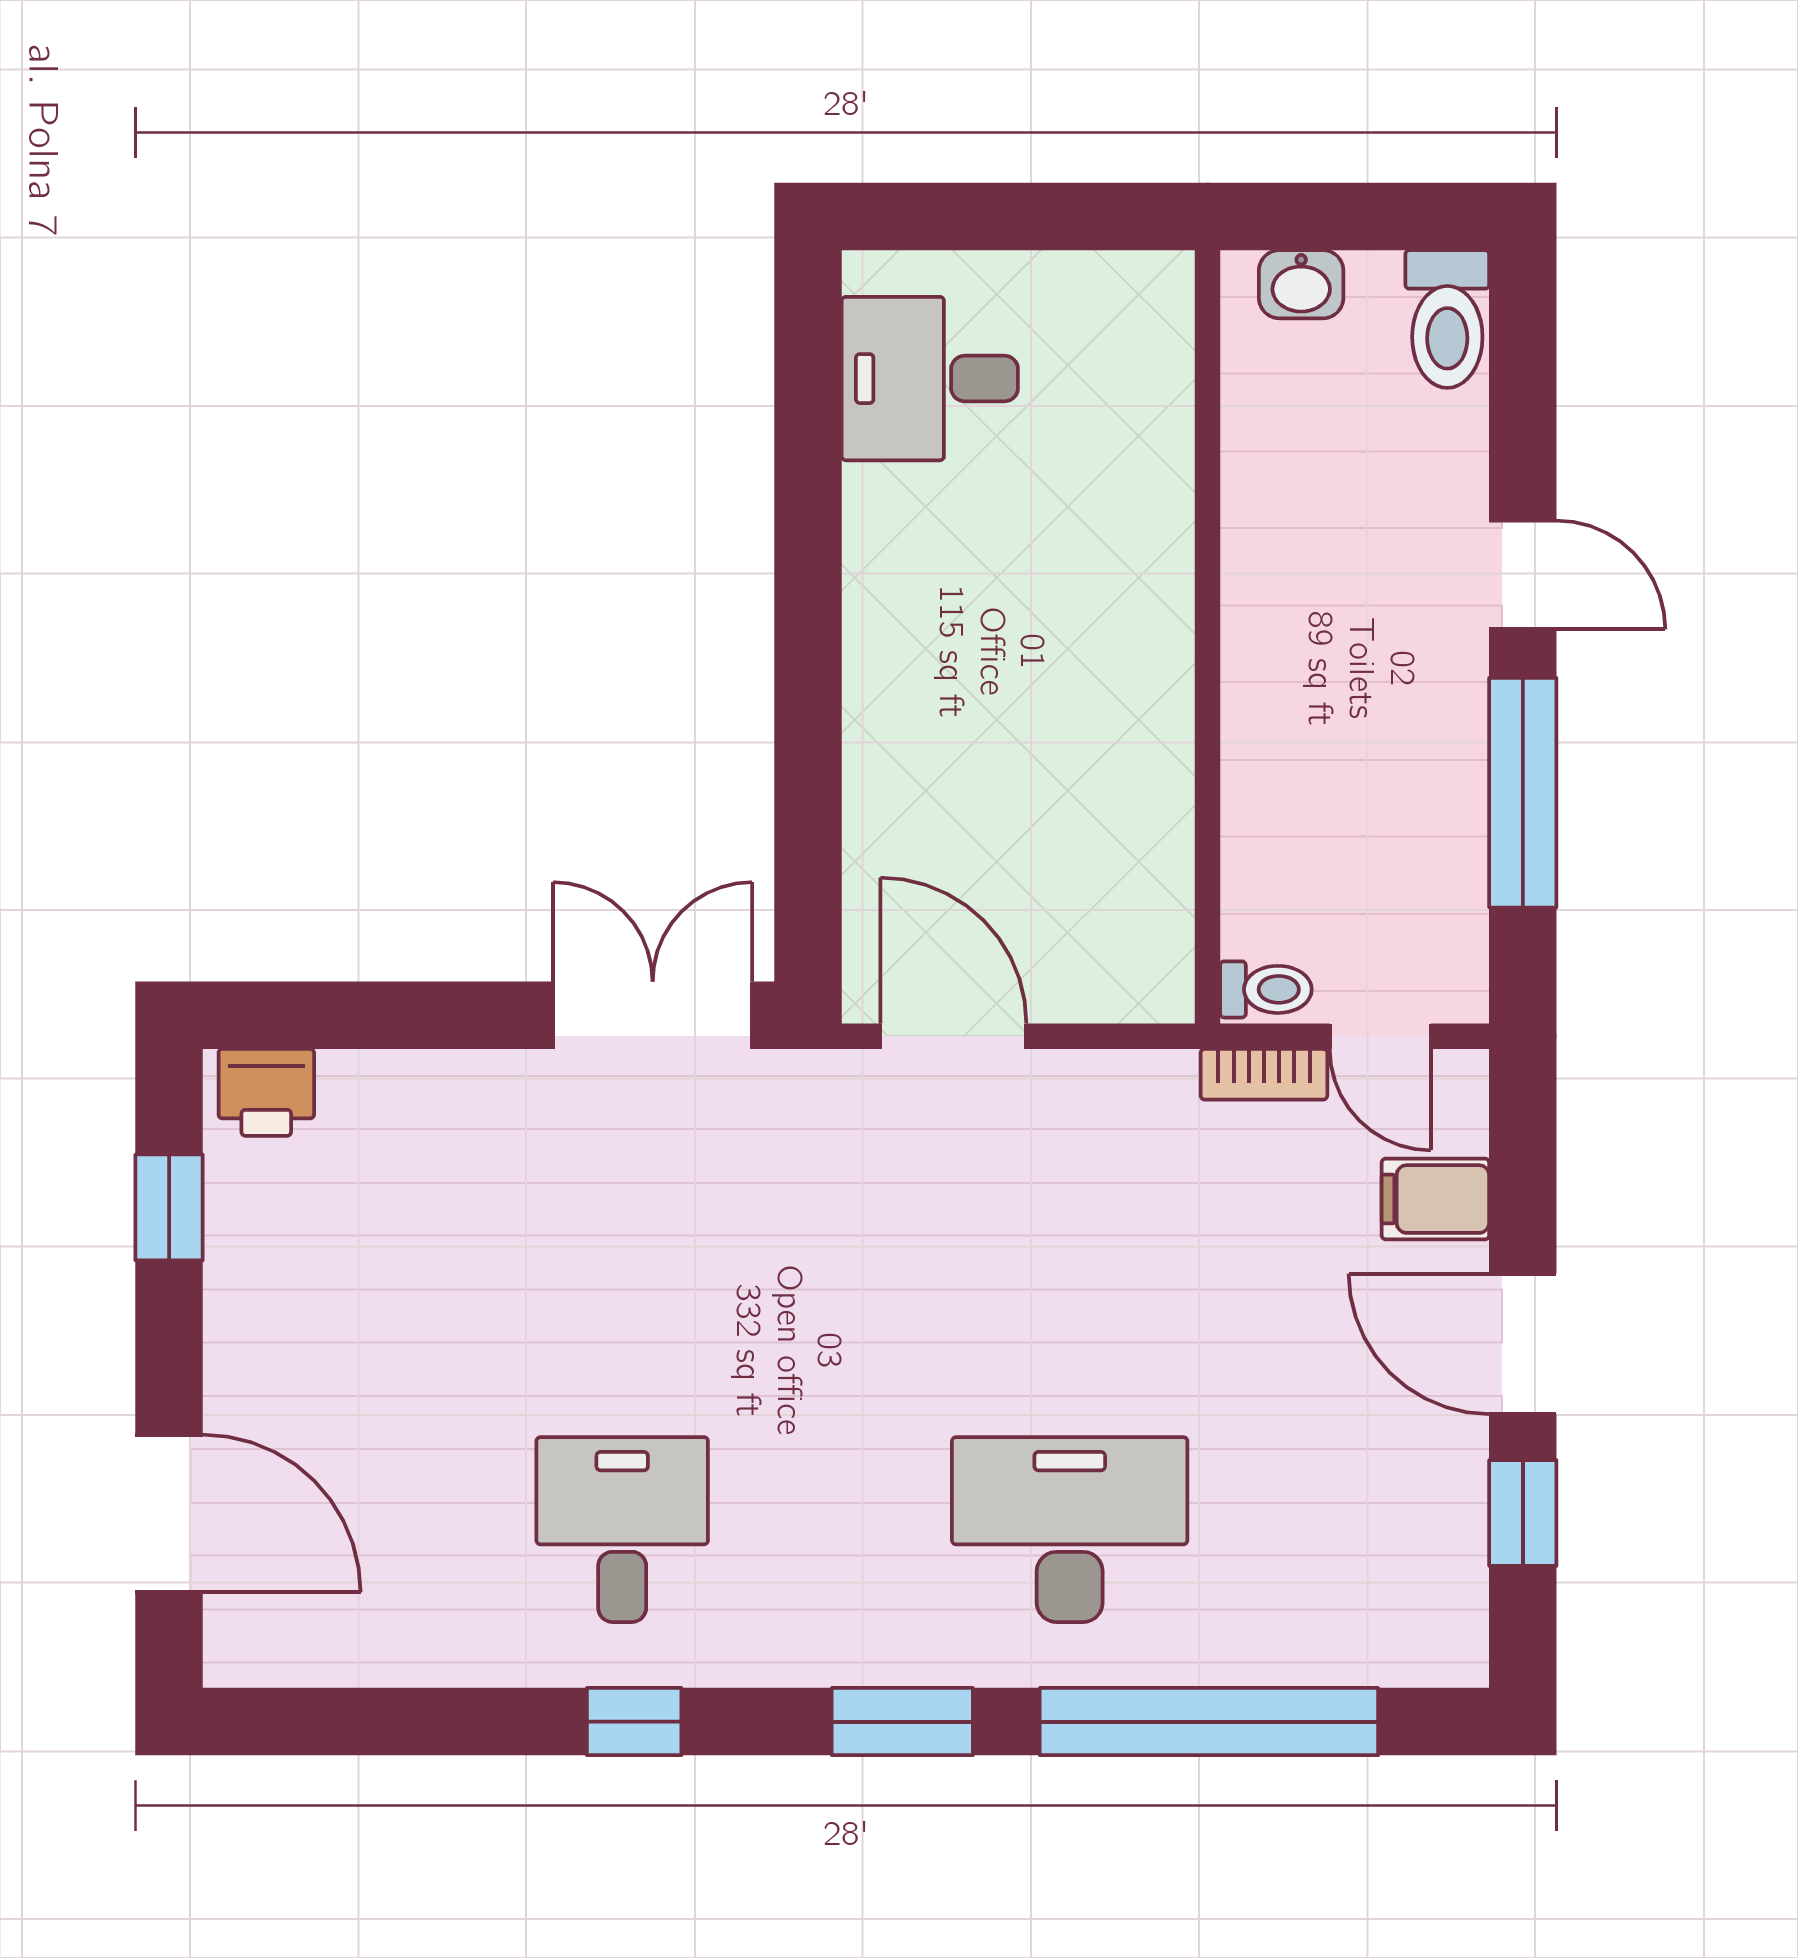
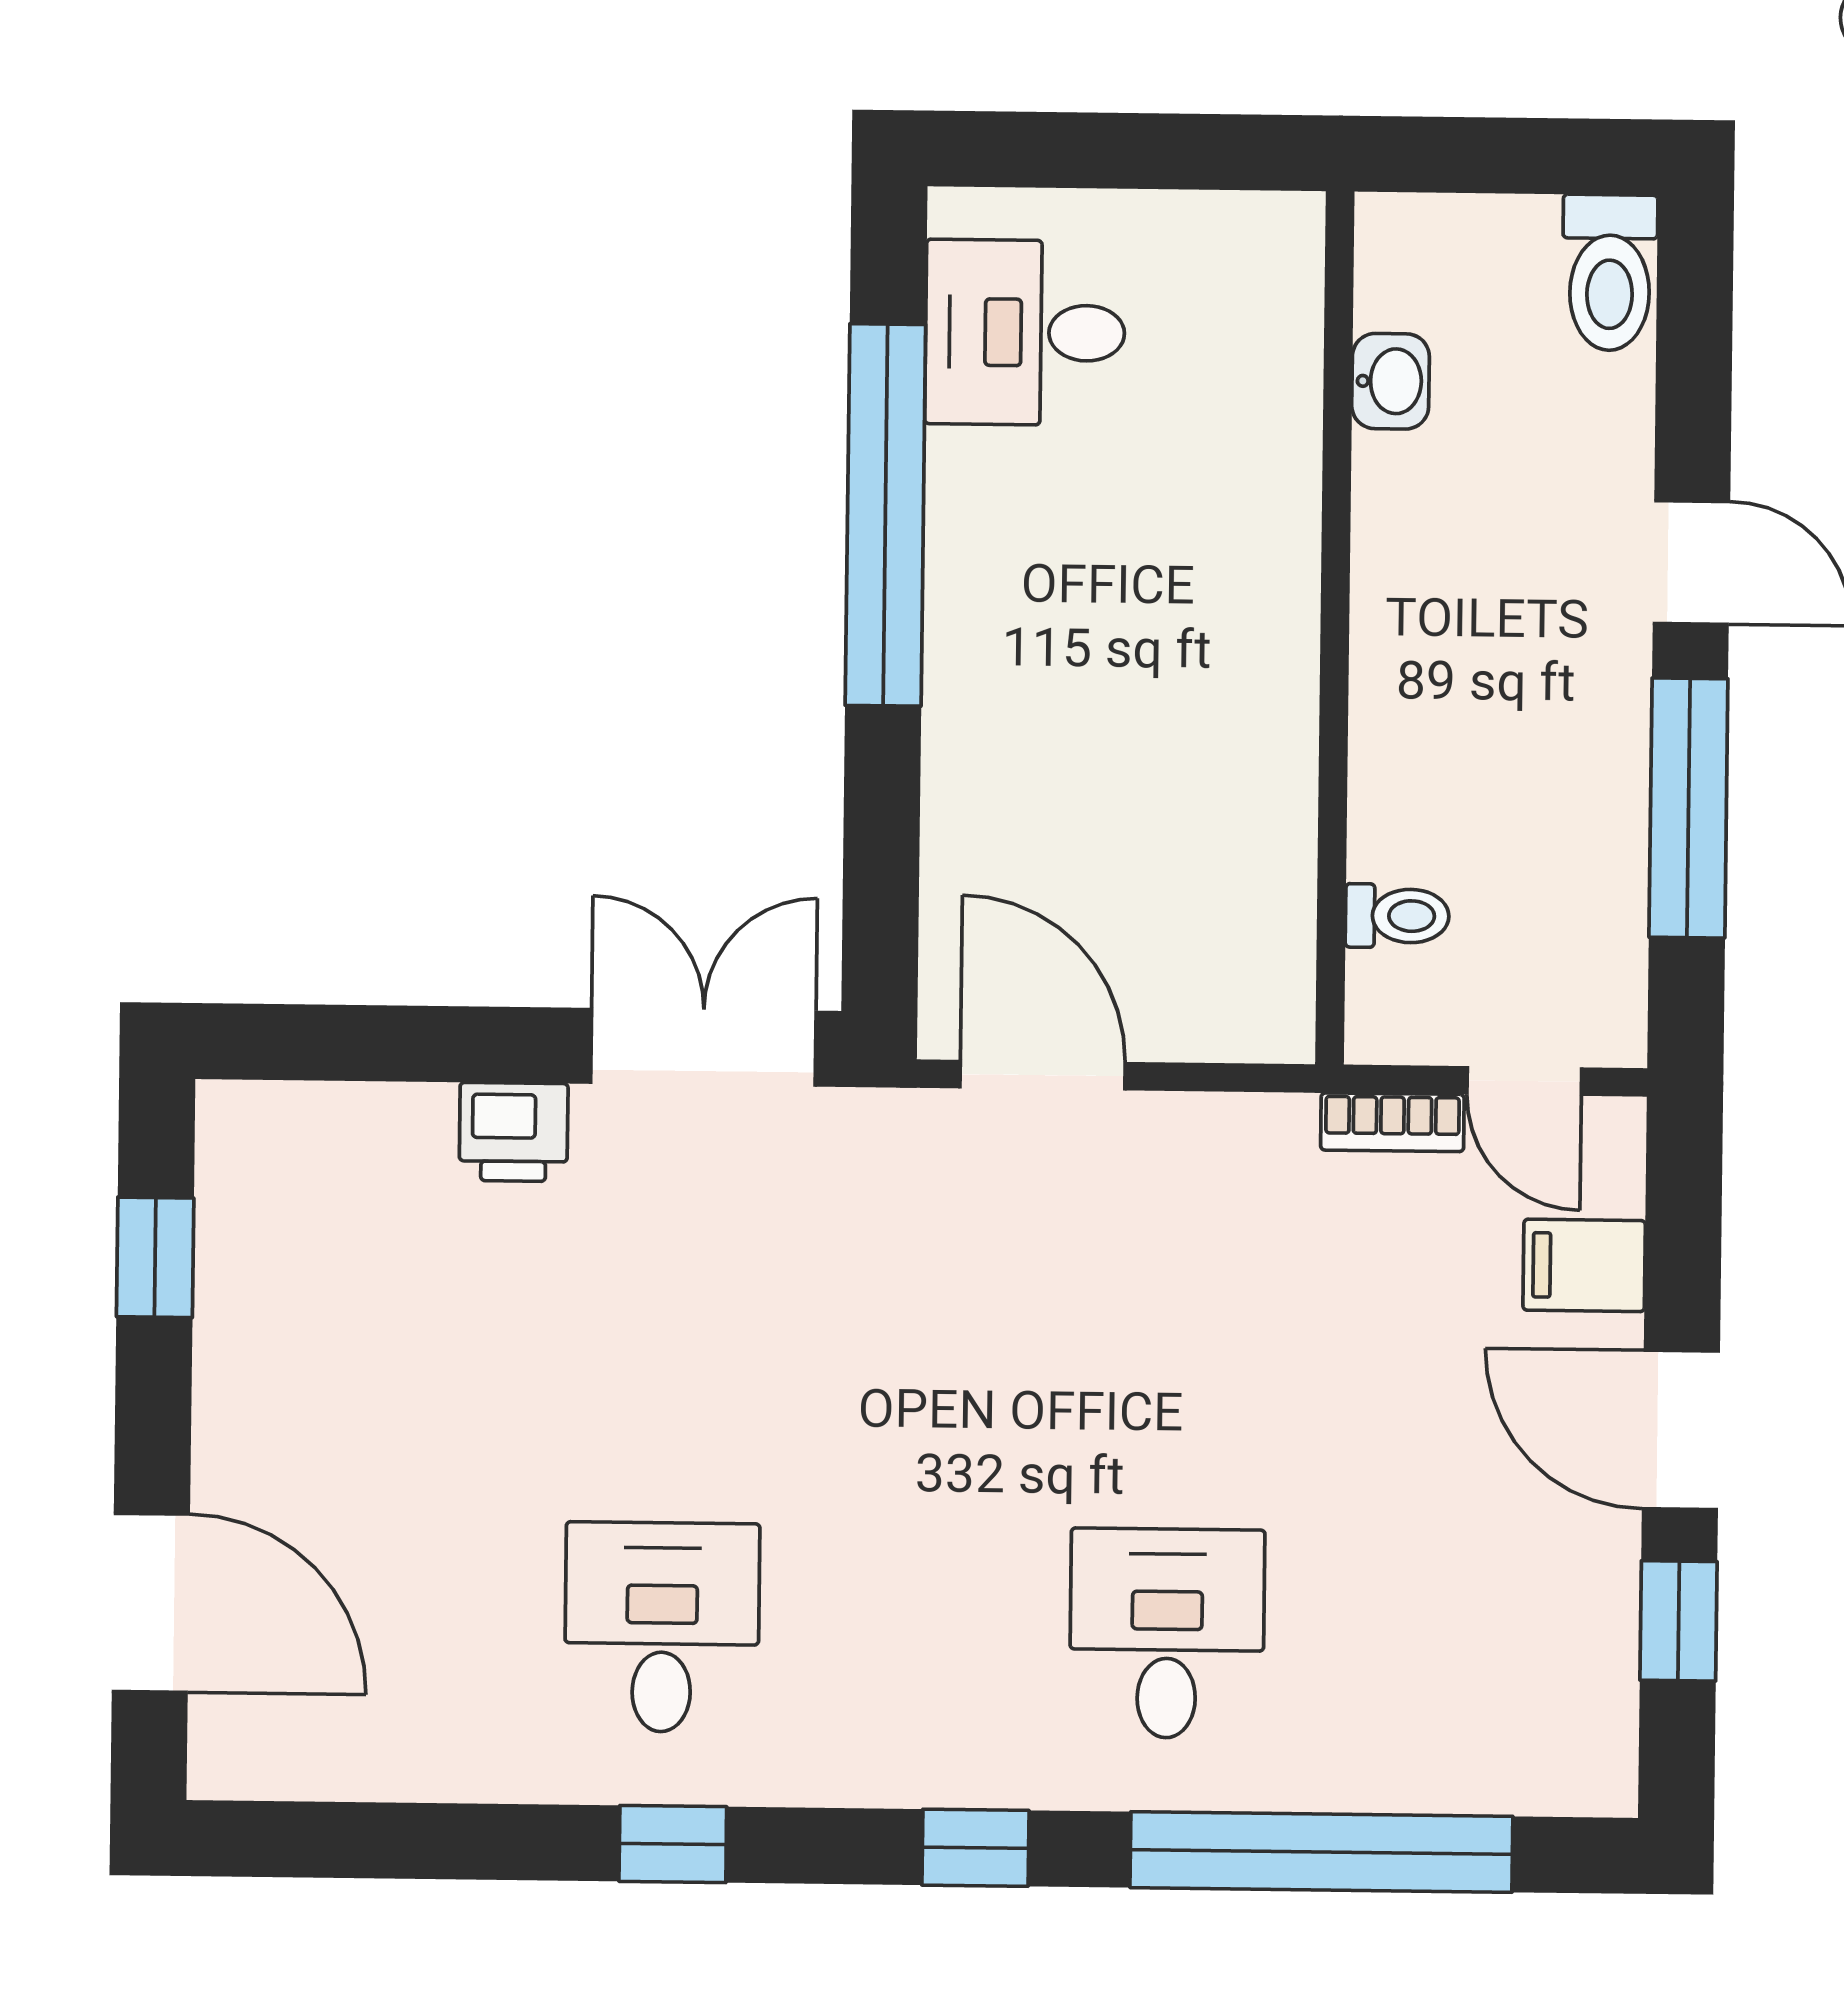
washbasin: (1301, 284) -> (1391, 381), moved, turned -90
window: (808, 542) -> (885, 515), added
toilet: (1266, 989) -> (1397, 916), moved
printer: (266, 1092) -> (514, 1132), moved
desk: (1070, 1530) -> (1167, 1633), width x0.73
window: (902, 1722) -> (975, 1848), width x0.67

